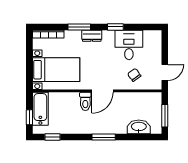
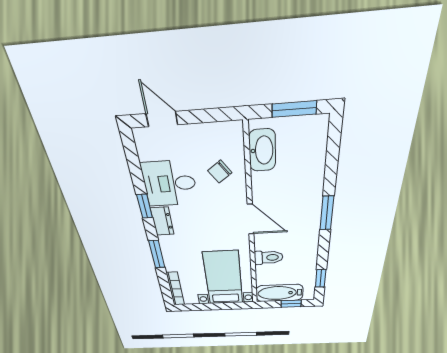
dresser: (92, 36) -> (162, 221), moved
door: (165, 72) -> (162, 119), moved
toilet: (85, 101) -> (269, 258), moved
washbasin: (139, 127) -> (262, 150), moved, turned 180

